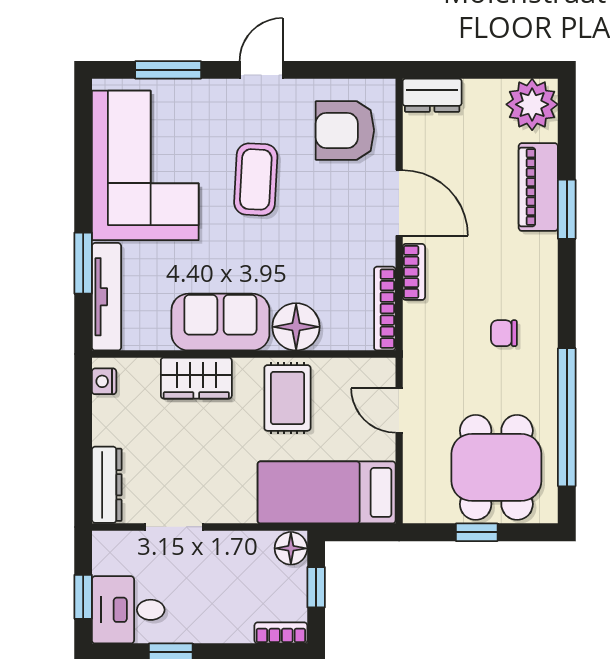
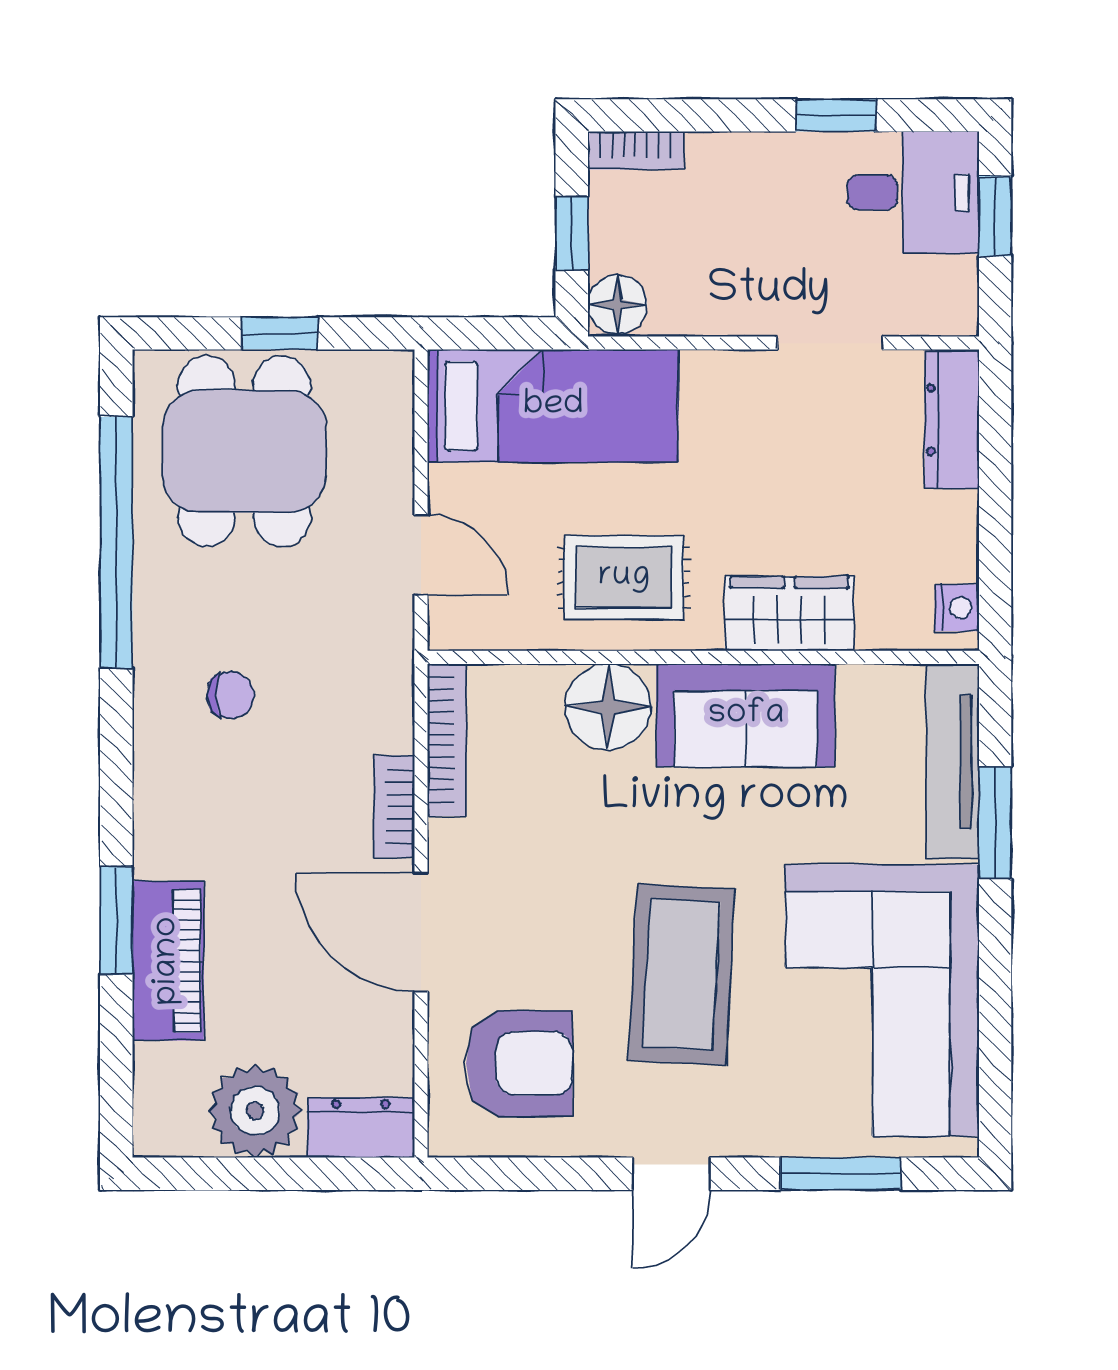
plant: (532, 104) -> (255, 1111), moved
coffee table: (256, 179) -> (681, 975), width x1.36, depth x1.32
rug: (287, 398) -> (624, 577), turned 90

